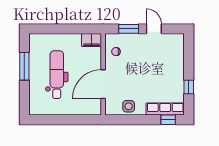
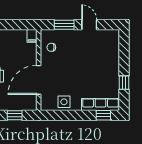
filing cabinet: (92, 40) -> (32, 36), width x0.50
window: (79, 120) -> (15, 115), added

